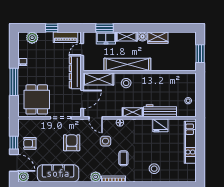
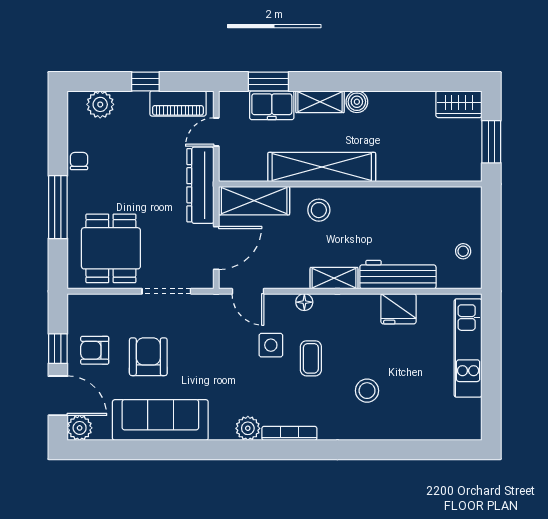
wardrobe: (158, 38) -> (459, 104), moved
armchair: (72, 143) -> (148, 357), moved
coffee table: (123, 158) -> (311, 358), moved
stool: (154, 169) -> (367, 391), moved

